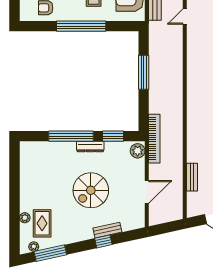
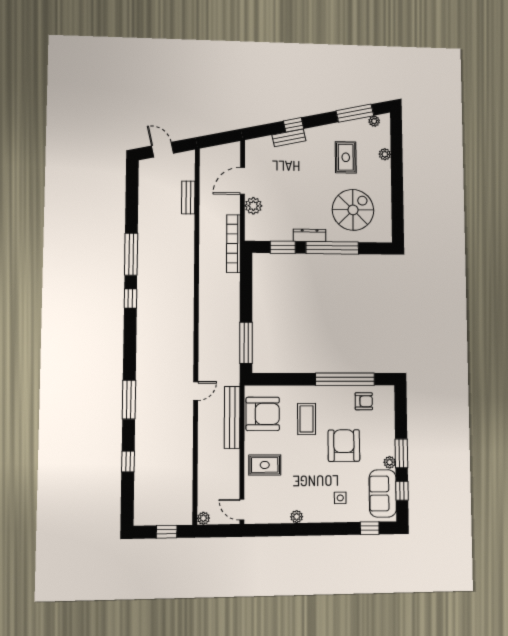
window: (81, 26) -> (345, 379), moved
window: (144, 72) -> (246, 343), moved
plant: (138, 151) -> (253, 206), moved
spiral stairs: (91, 190) -> (353, 210), moved
rug: (42, 223) -> (346, 157), moved

